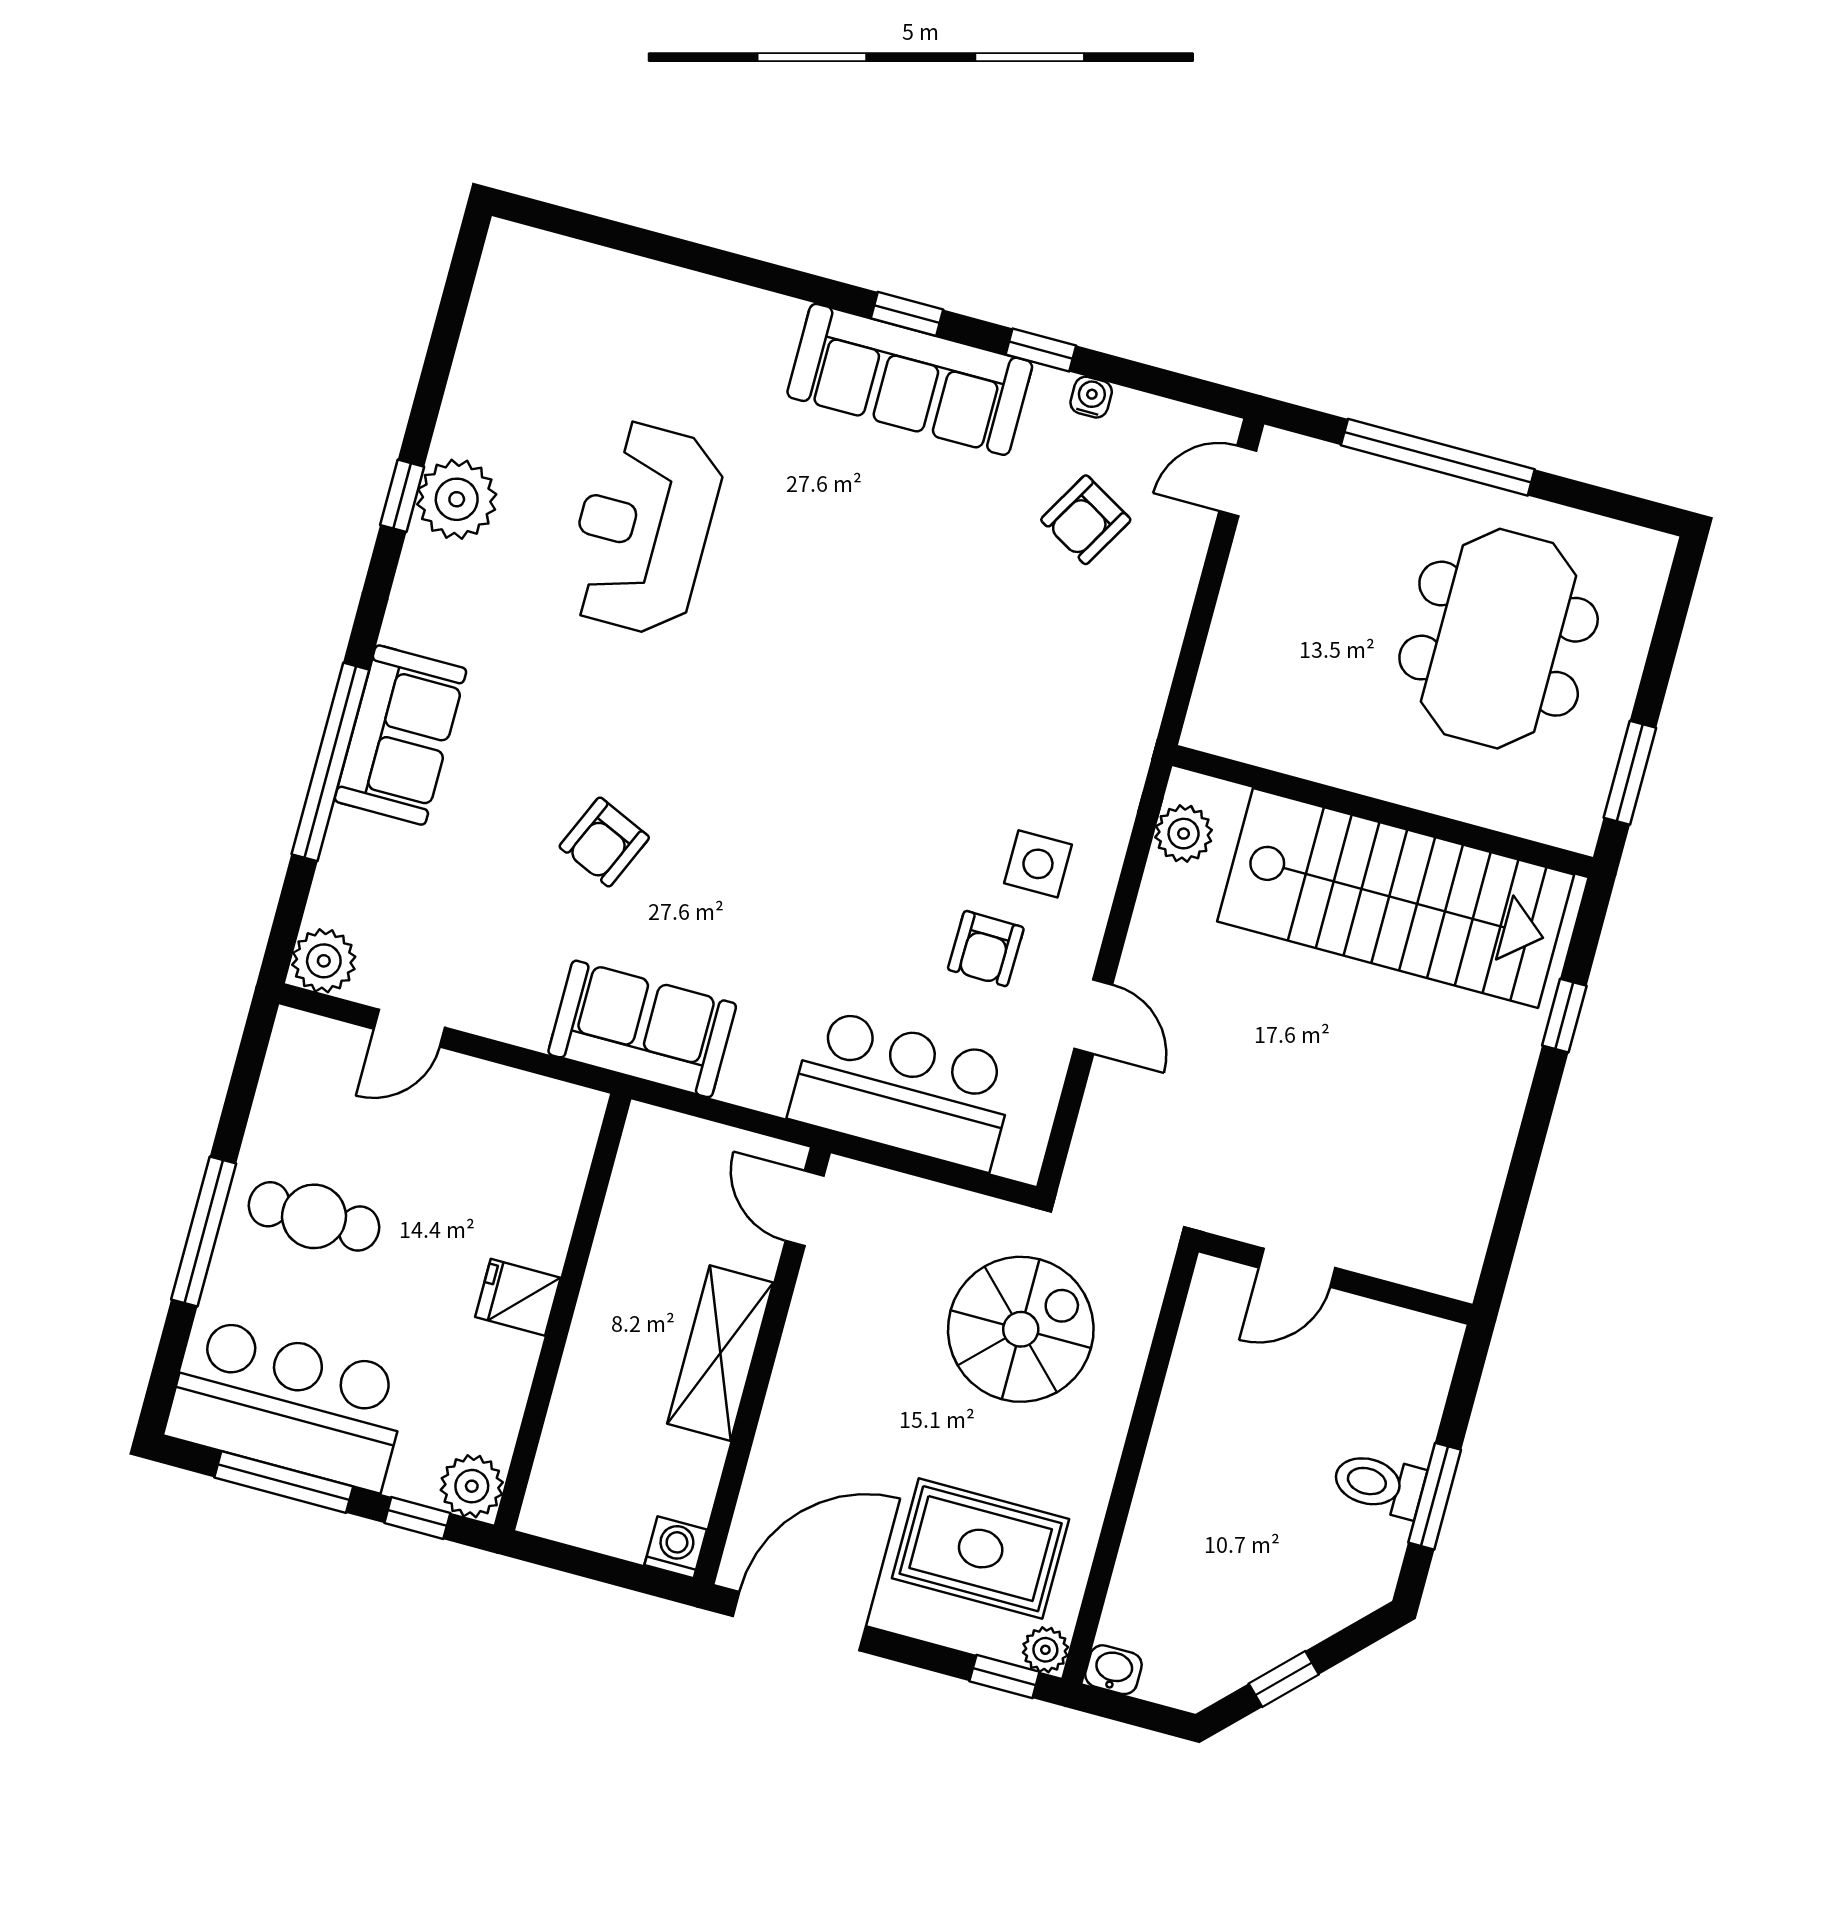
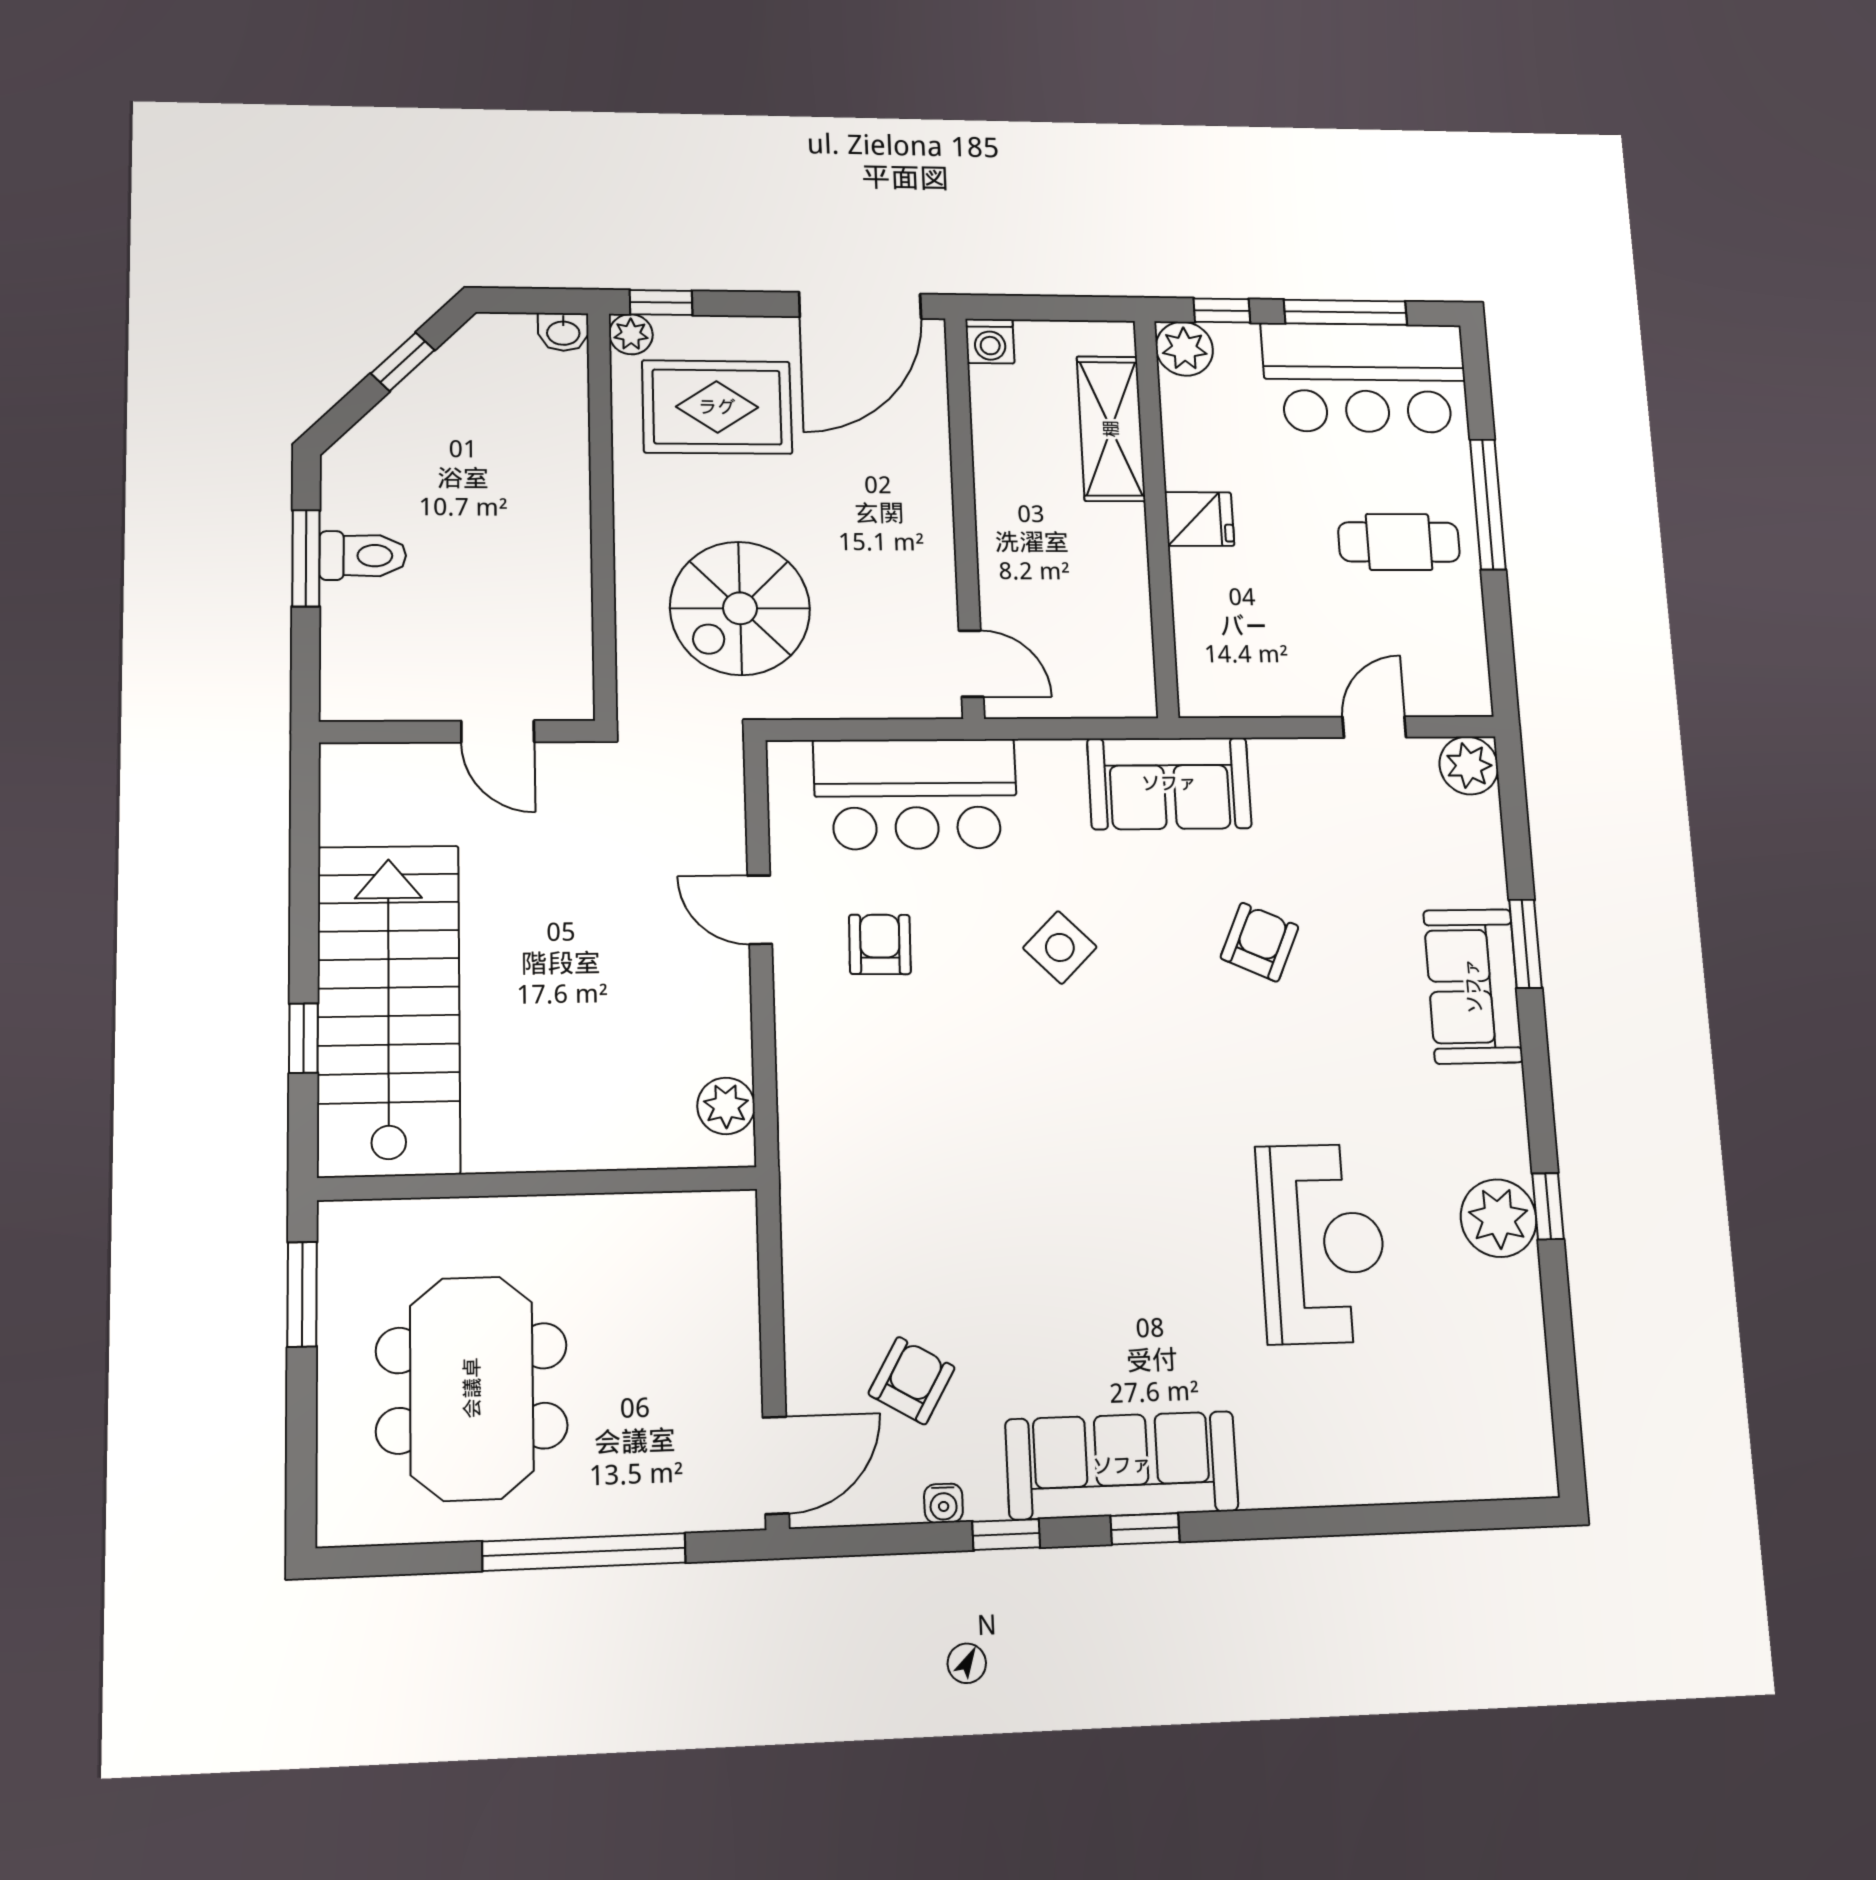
door: (1238, 481) -> (776, 1465), width x1.38
window: (330, 762) -> (1525, 944), width x0.47
side table: (1038, 864) -> (1060, 947), moved, turned 45
stairs: (1396, 898) -> (389, 1009), moved, turned 90
door: (1297, 1268) -> (498, 731), swing flipped
shelving: (720, 1353) -> (1111, 429), moved

